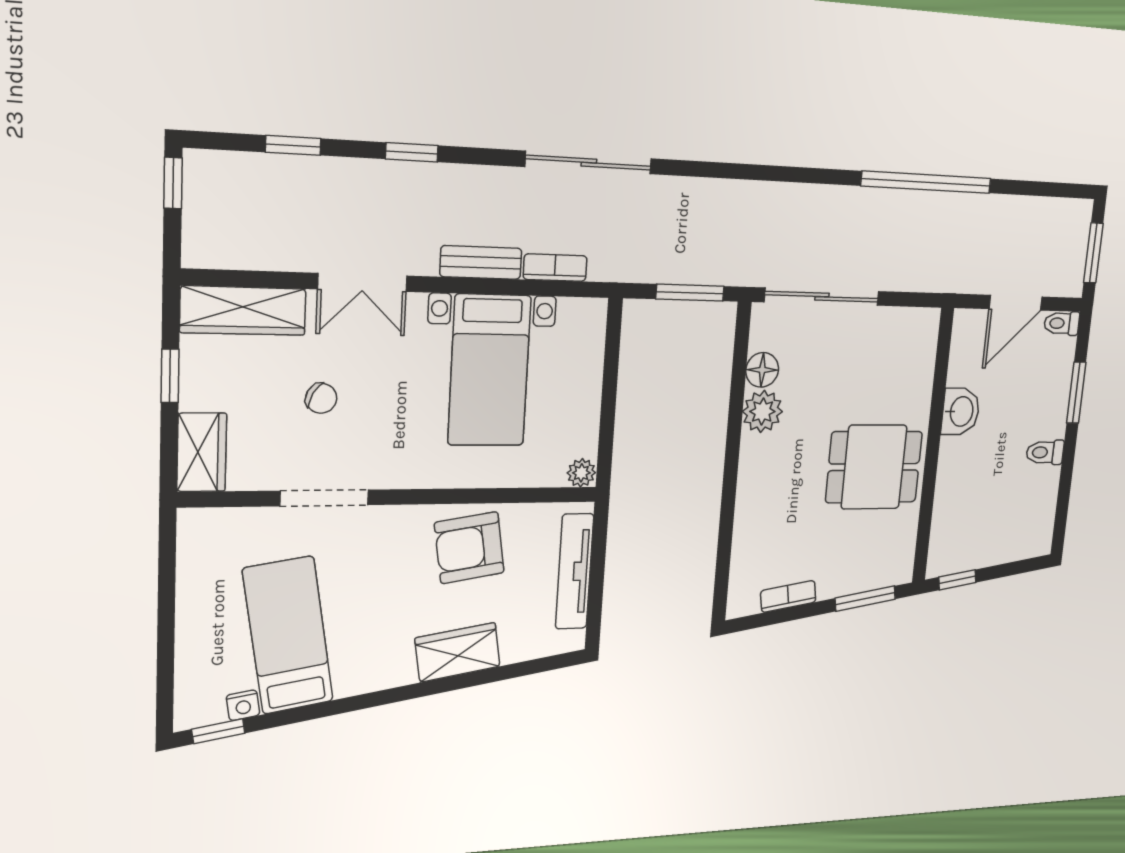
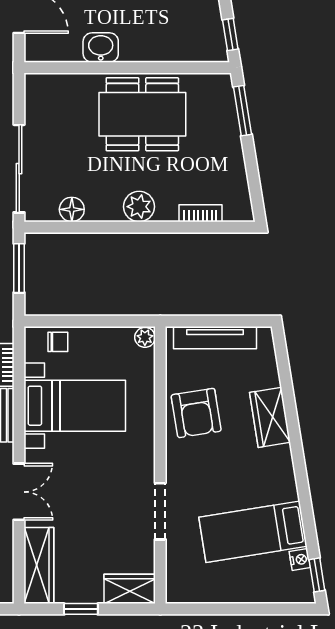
chair: (321, 398) -> (58, 342), moved, turned 61
plant: (762, 412) -> (139, 207), moved
dining table: (874, 467) -> (142, 114), width x1.38
bookcase: (788, 596) -> (200, 213), moved, turned 99

